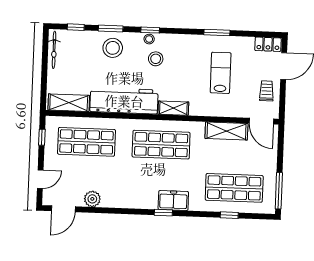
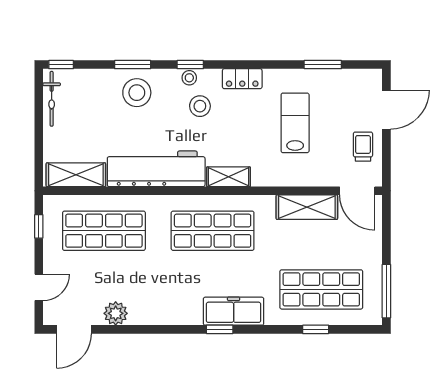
window: (76, 27) -> (61, 65), moved
window: (217, 33) -> (323, 65), moved
locker: (268, 44) -> (242, 79), moved
freezer: (173, 201) -> (234, 311), width x1.40

